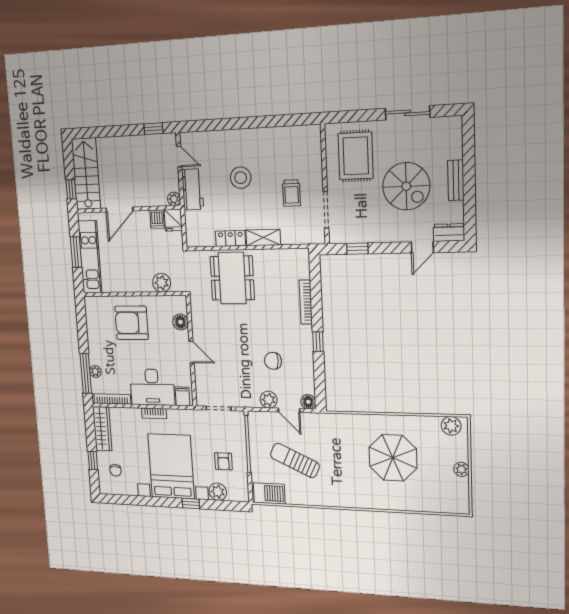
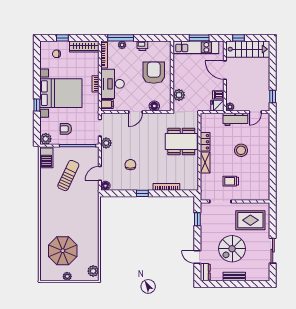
printer: (94, 340) -> (142, 46), added
plant: (269, 400) -> (106, 143), moved
parasol: (393, 458) -> (63, 251), moved
plant: (218, 492) -> (46, 139), moved

